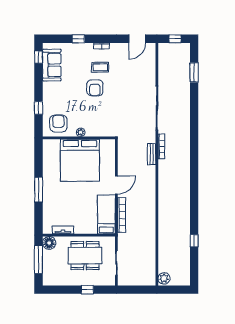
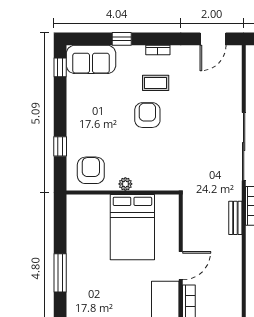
sofa: (52, 65) -> (91, 59), moved, turned 90
armchair: (95, 88) -> (147, 115), turned 180
bed: (80, 160) -> (132, 227), width x0.73

